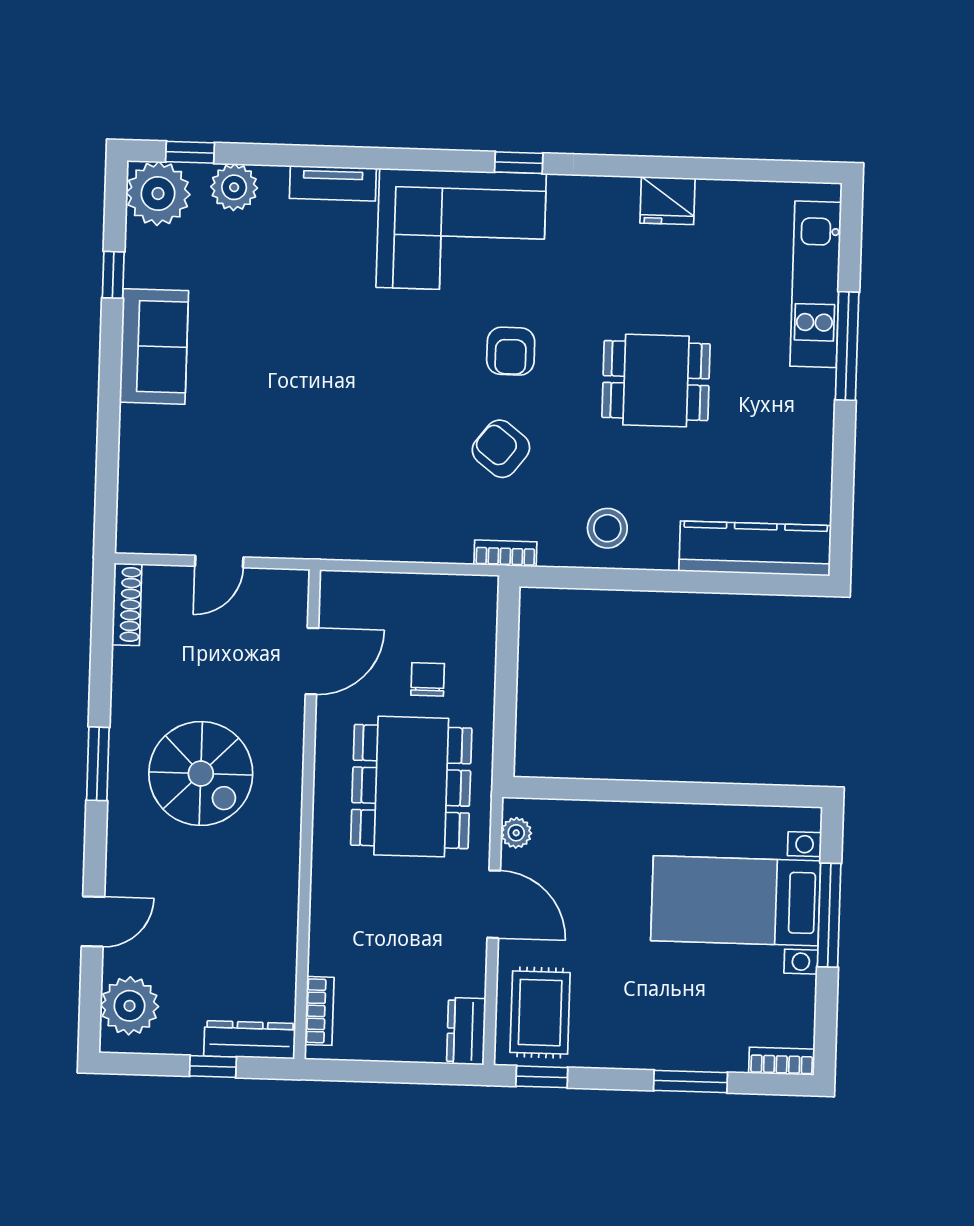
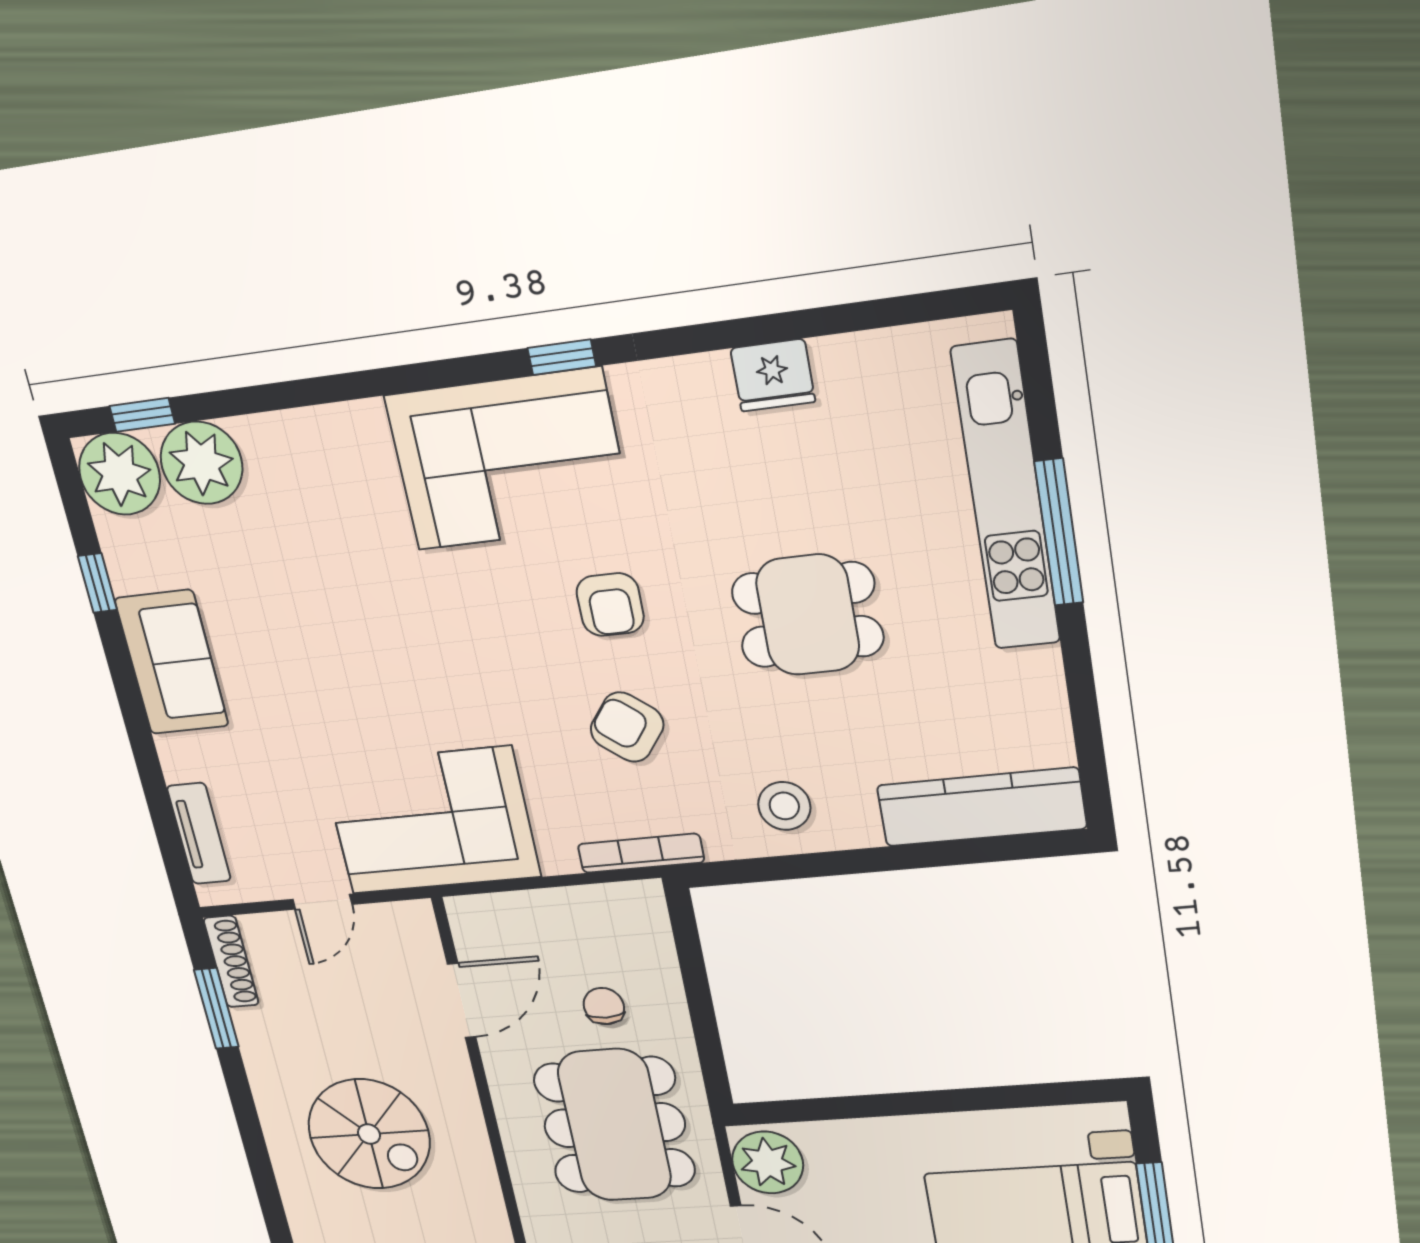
tv unit: (333, 183) -> (199, 833), moved, turned -90
plant: (234, 187) -> (201, 463), width x1.36, depth x1.36
kitchen unit: (816, 284) -> (1006, 497), width x1.36
corner sofa: (328, 504) -> (431, 821), added
bookcase: (505, 553) -> (641, 853), width x1.56
window: (98, 764) -> (216, 1008), moved
plant: (516, 833) -> (768, 1162), width x1.87, depth x1.87

